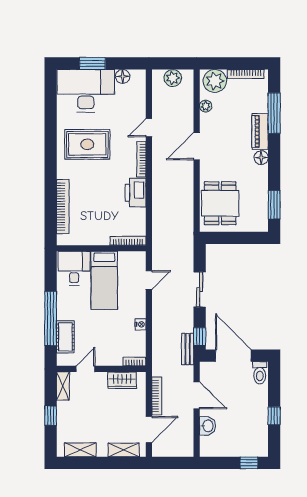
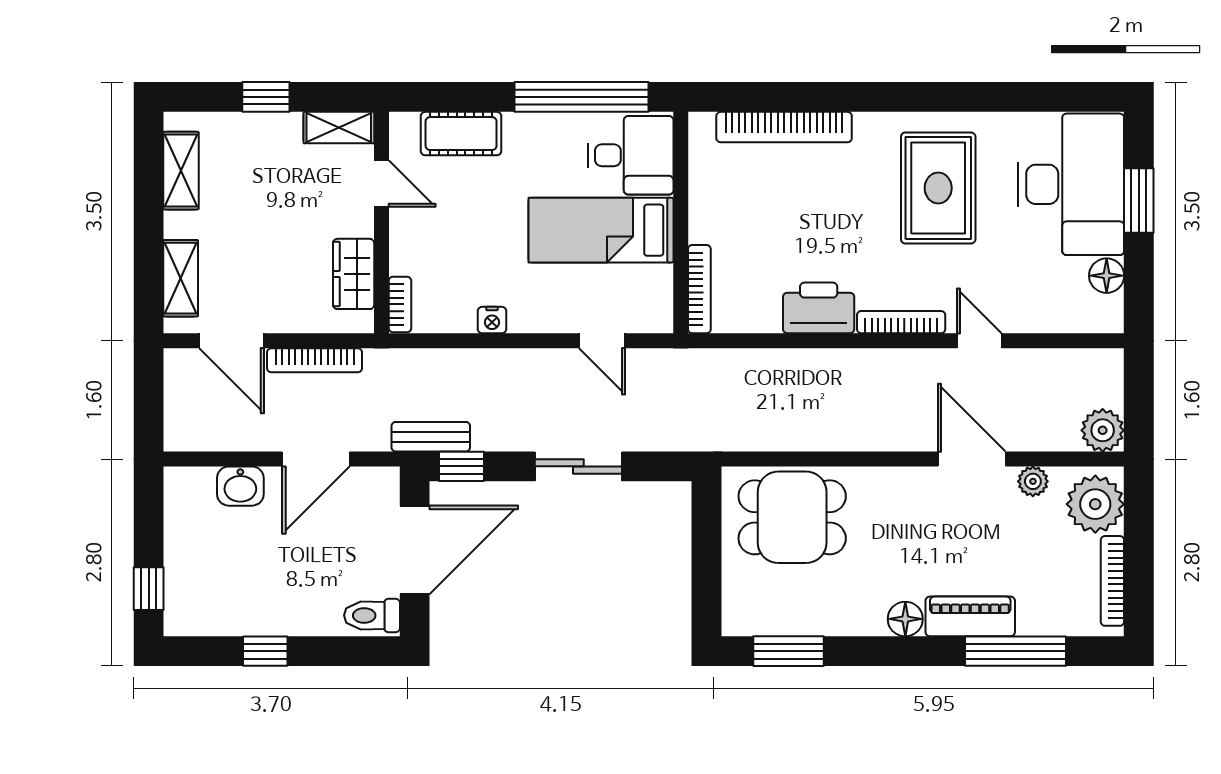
plant: (173, 78) -> (1103, 430), moved
door: (197, 146) -> (972, 459), moved
window: (51, 319) -> (581, 97), moved

